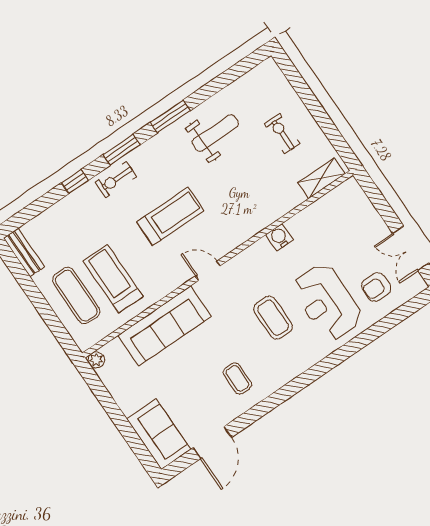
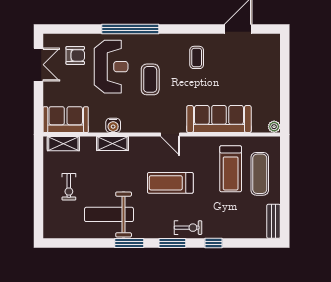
weight bench: (215, 133) -> (109, 214), width x1.36, depth x1.33
shelving: (266, 216) -> (112, 144), added
window: (334, 359) -> (130, 29), added
sofa: (159, 434) -> (66, 120), moved, turned 90

